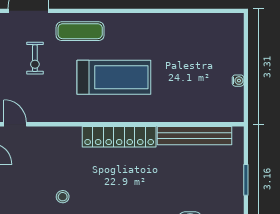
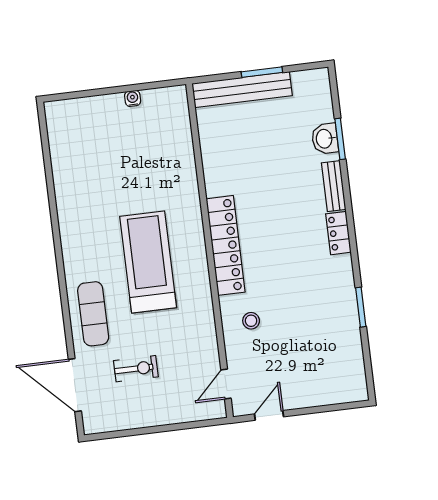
bench: (194, 136) -> (242, 90), moved, turned 90
stool: (63, 197) -> (251, 321), moved

